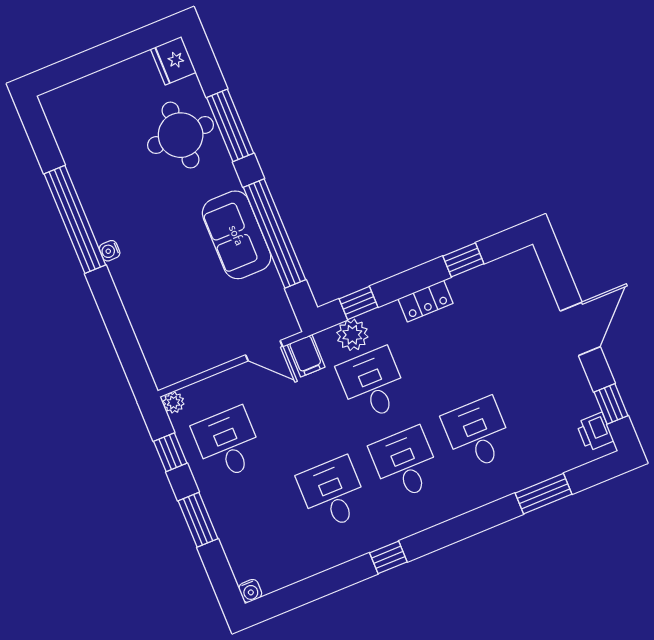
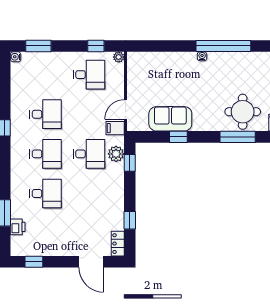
window: (274, 233) -> (178, 137), width x0.32
sofa: (237, 235) -> (170, 119), moved
locker: (426, 301) -> (118, 244), moved
door: (580, 329) -> (91, 262), moved
printer: (595, 432) -> (18, 227), moved, turned 90
window: (198, 520) -> (38, 46), moved

